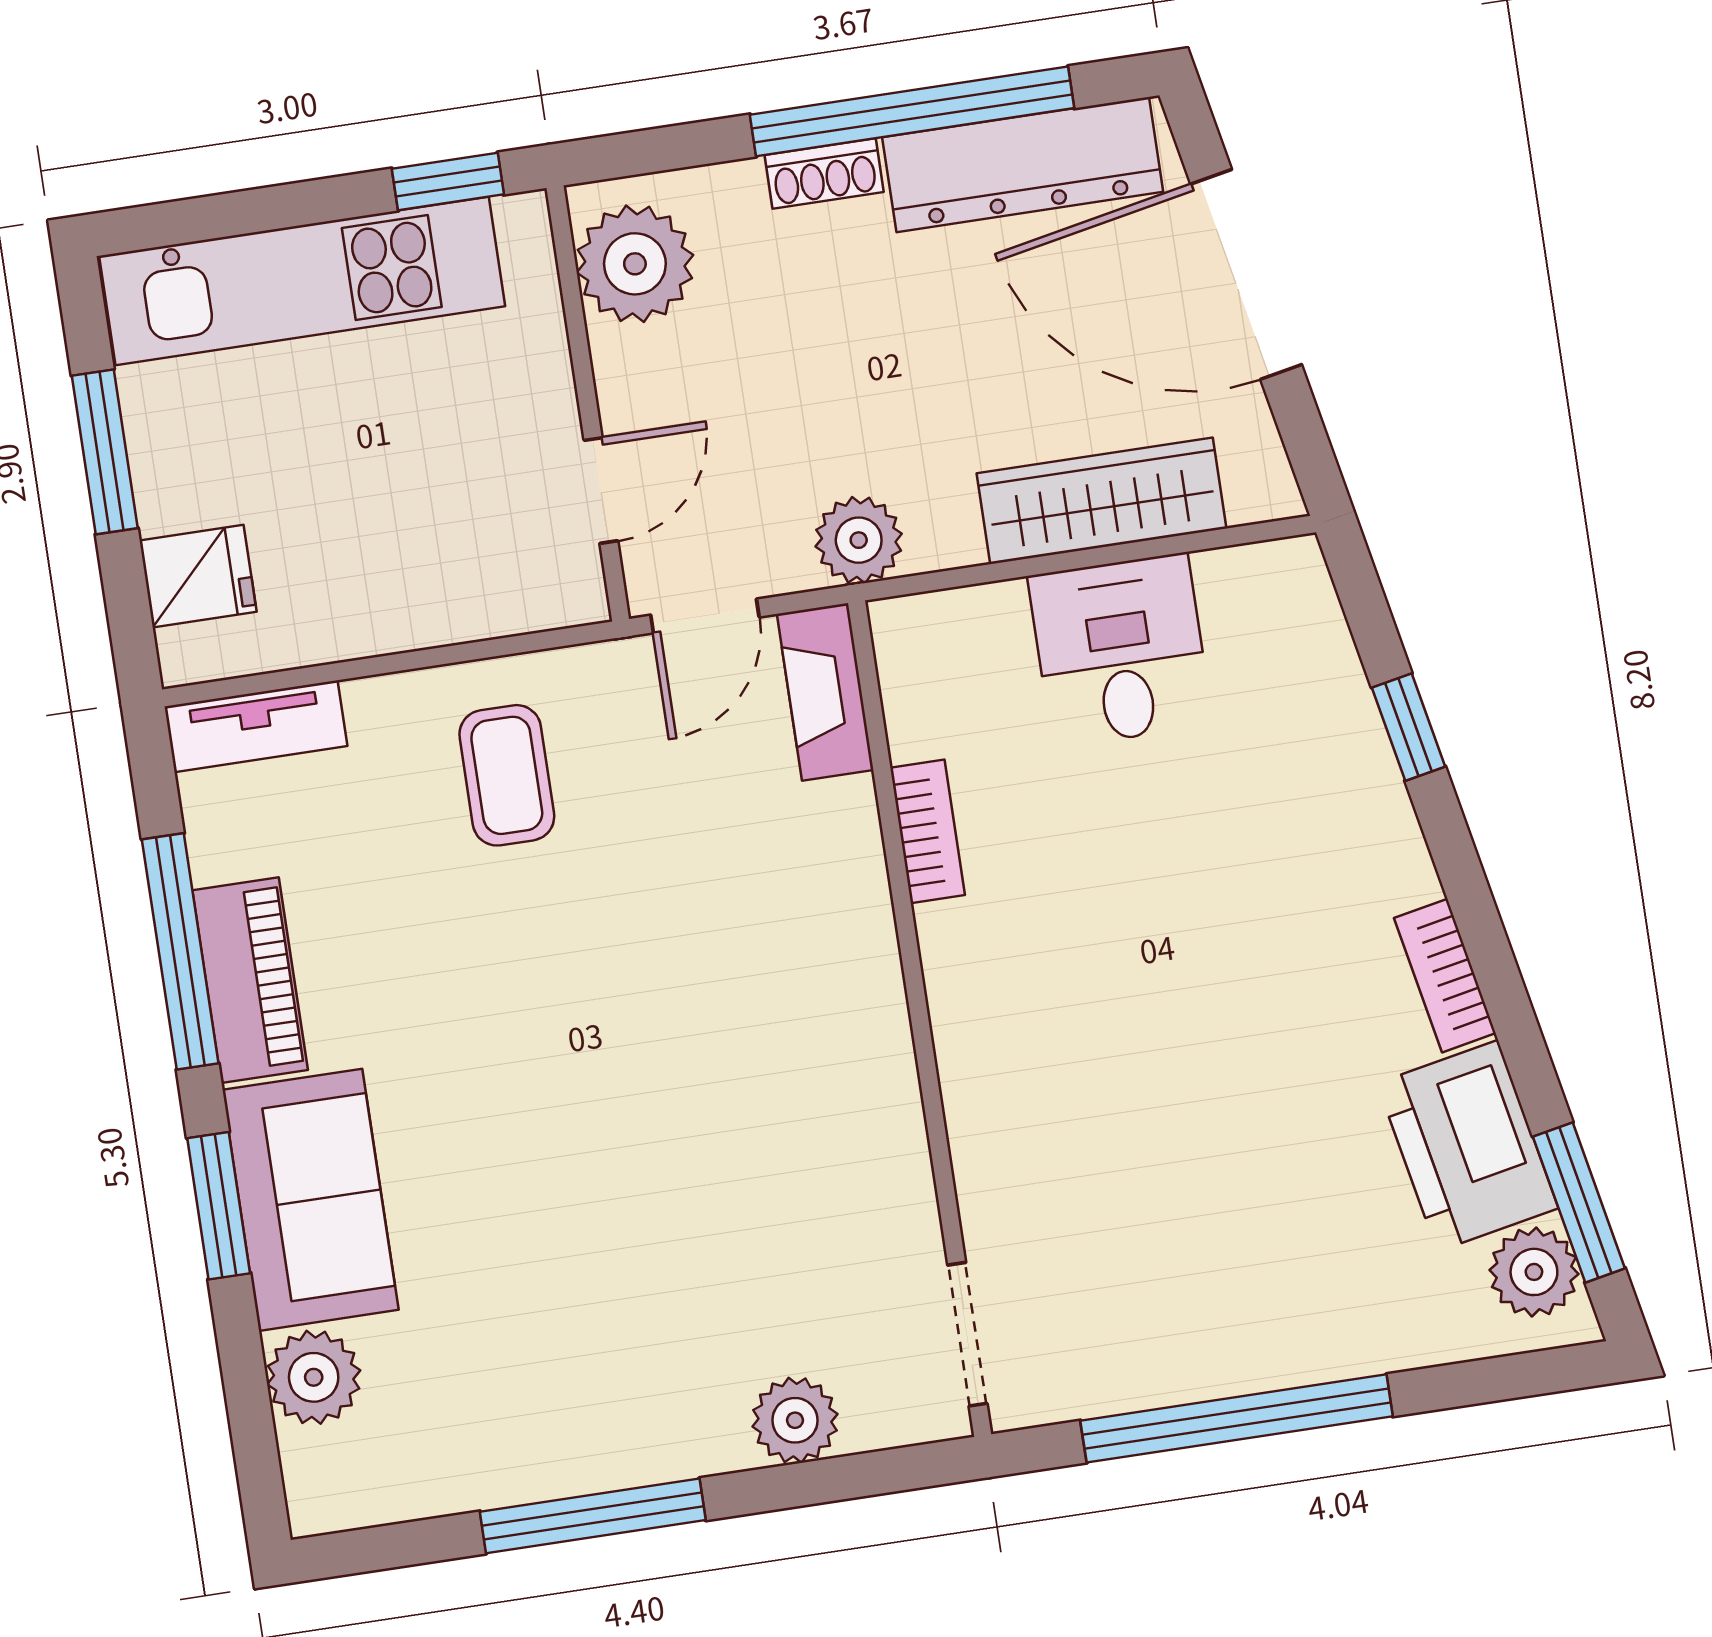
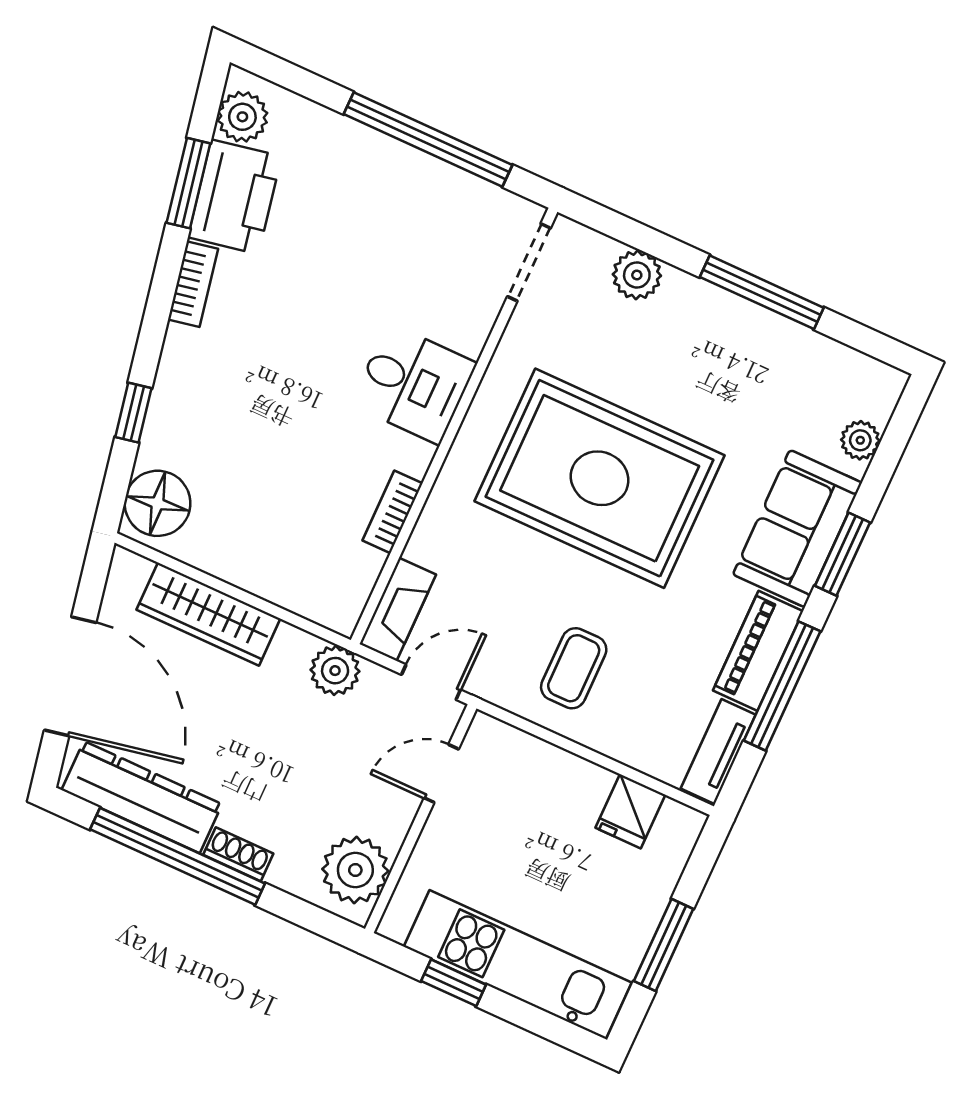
window: (448, 182) -> (454, 983), moved
fridge: (198, 576) -> (630, 811), moved, turned -90
floor lamp: (1285, 616) -> (158, 503), added
desk: (1120, 650) -> (414, 384), moved, turned -90
tv unit: (256, 726) -> (718, 752), moved, turned -90
rug: (653, 1082) -> (600, 478), added
window: (1579, 1202) -> (188, 183), moved
plant: (314, 1377) -> (860, 440), width x0.73, depth x0.73

